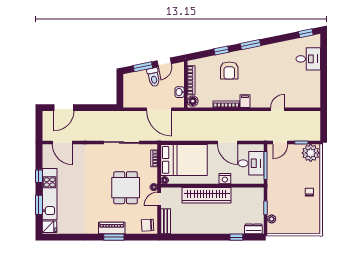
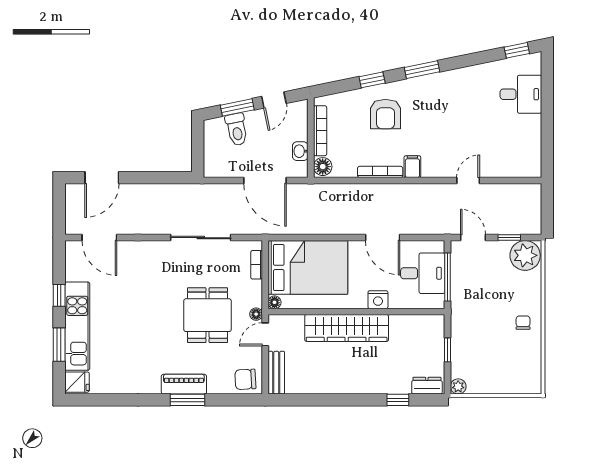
toilet: (154, 77) -> (237, 129), moved
door: (280, 142) -> (473, 238), swing flipped
plant: (272, 219) -> (458, 386), moved

